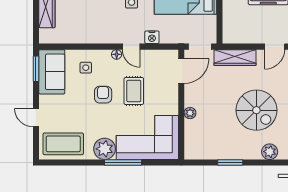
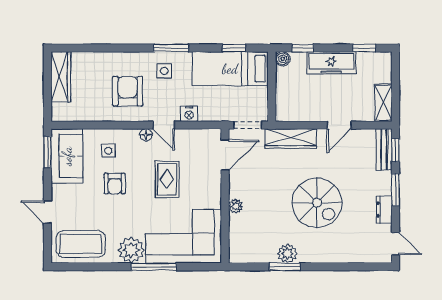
armchair: (102, 19) -> (128, 91), added
armchair: (103, 95) -> (115, 183), moved, turned 180
plant: (270, 152) -> (287, 254), moved

